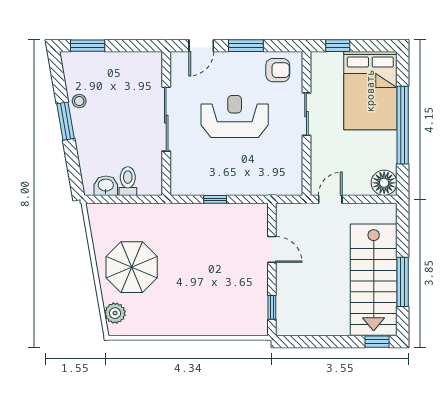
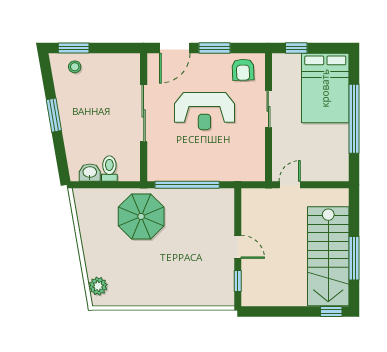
door: (201, 46) -> (175, 48), width x1.38
armchair: (278, 70) -> (243, 70), turned 88
stool: (79, 101) -> (75, 67), moved
reception desk: (235, 116) -> (204, 111), turned 180
floor lamp: (384, 183) -> (338, 170), removed
window: (215, 199) -> (187, 185), width x3.17
door: (272, 249) -> (238, 247), moved
parasol: (132, 267) -> (141, 216), moved

